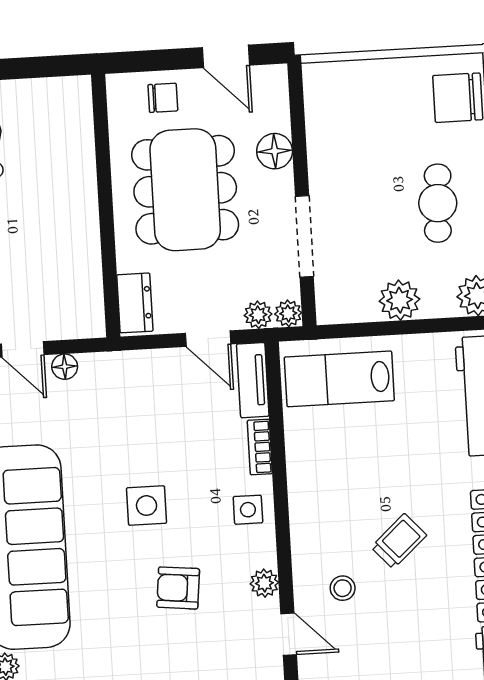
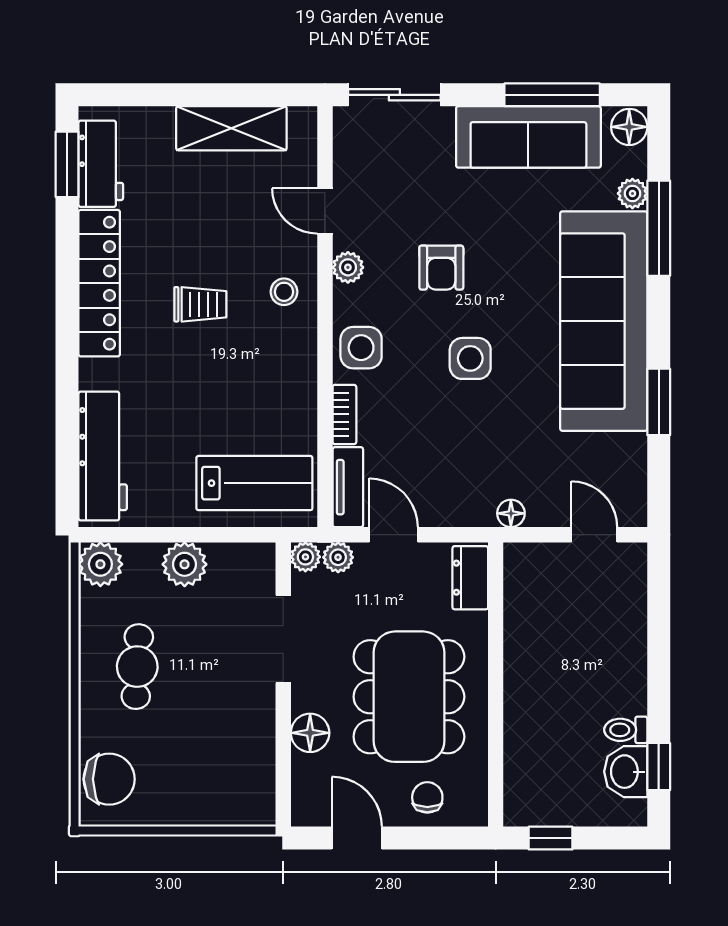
window: (47, 67) -> (551, 838), added
chair: (163, 98) -> (427, 797), turned 90
floor lamp: (65, 367) -> (511, 513), moved
side table: (248, 510) -> (361, 348), width x1.37, depth x1.37
trolley: (399, 541) -> (200, 304), turned -138
armchair: (178, 588) -> (441, 268), turned 84
stool: (343, 588) -> (284, 292), moved

